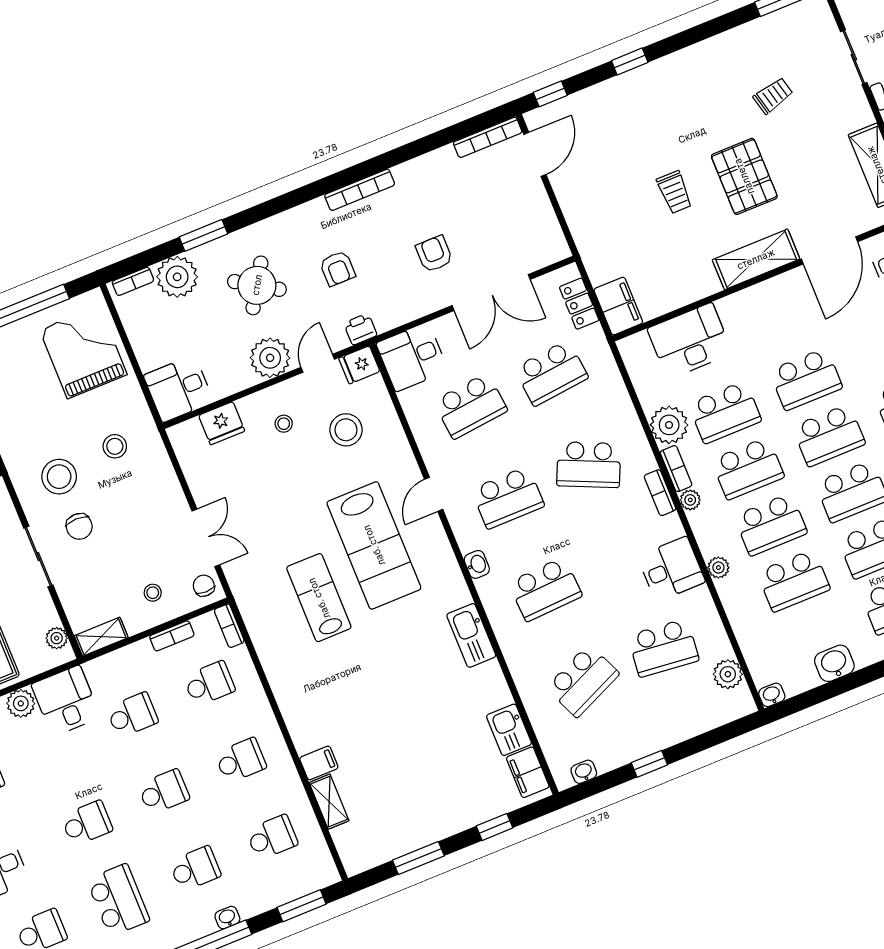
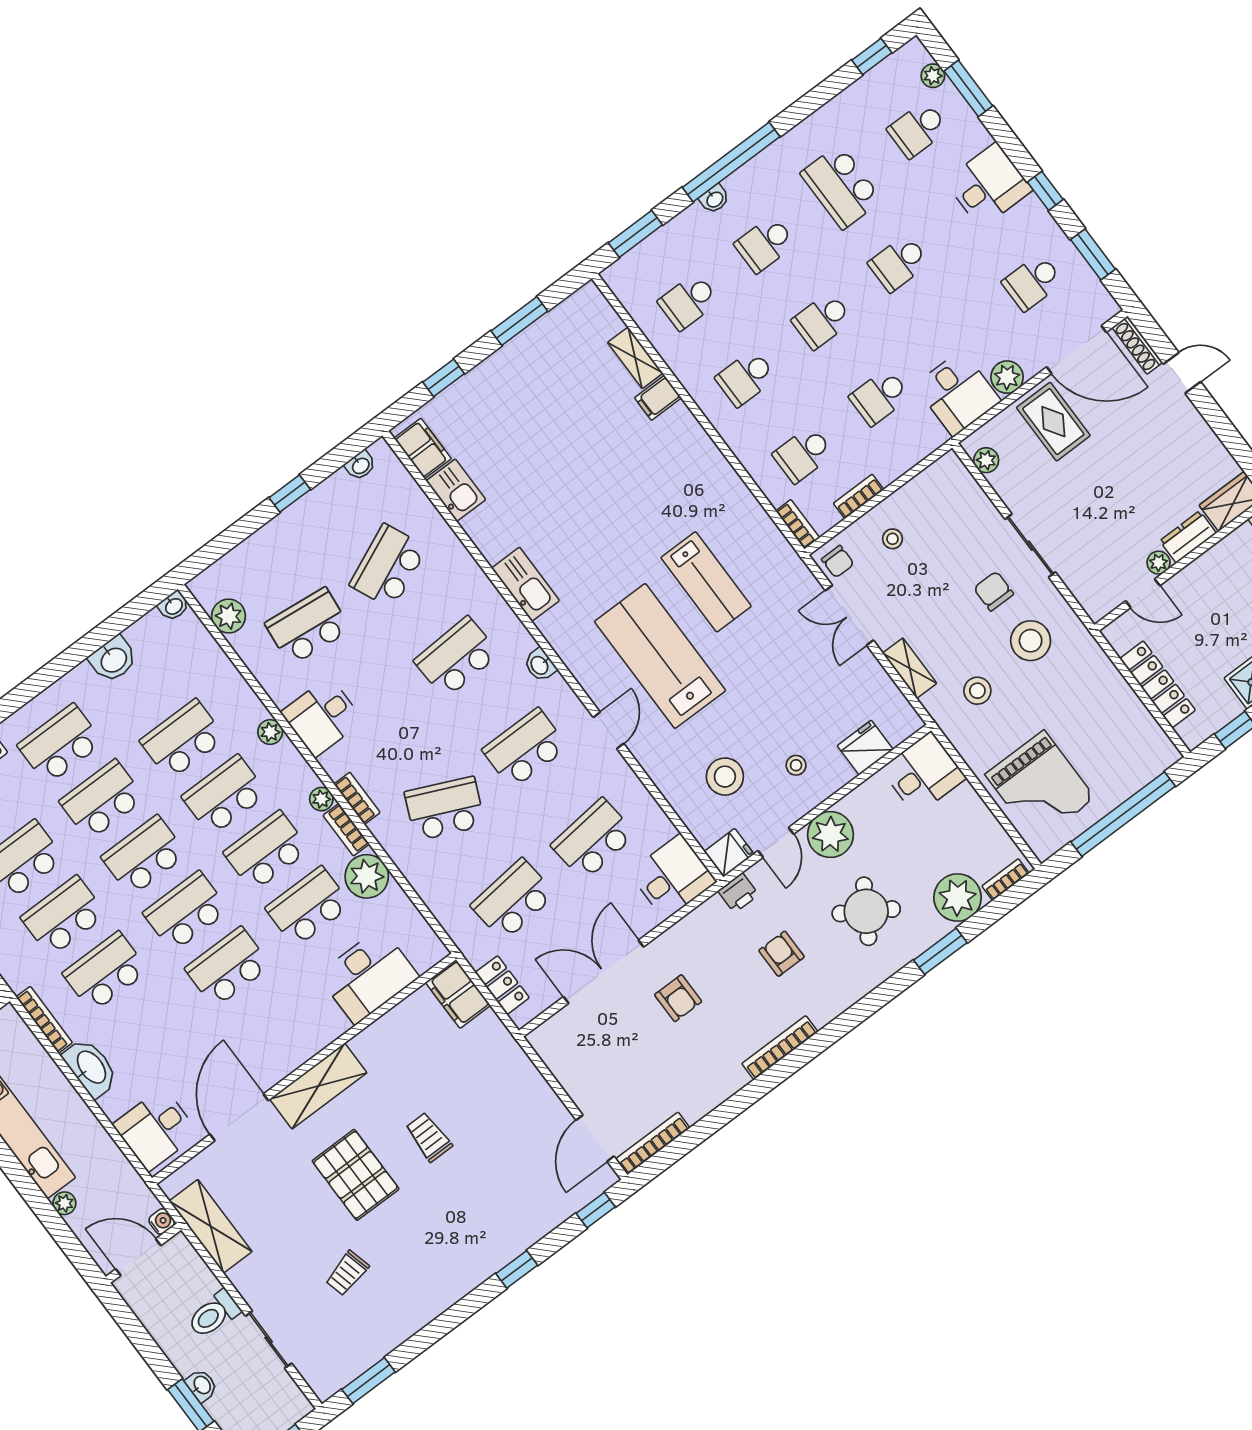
shelving: (101, 637) -> (910, 668), moved, turned 90

